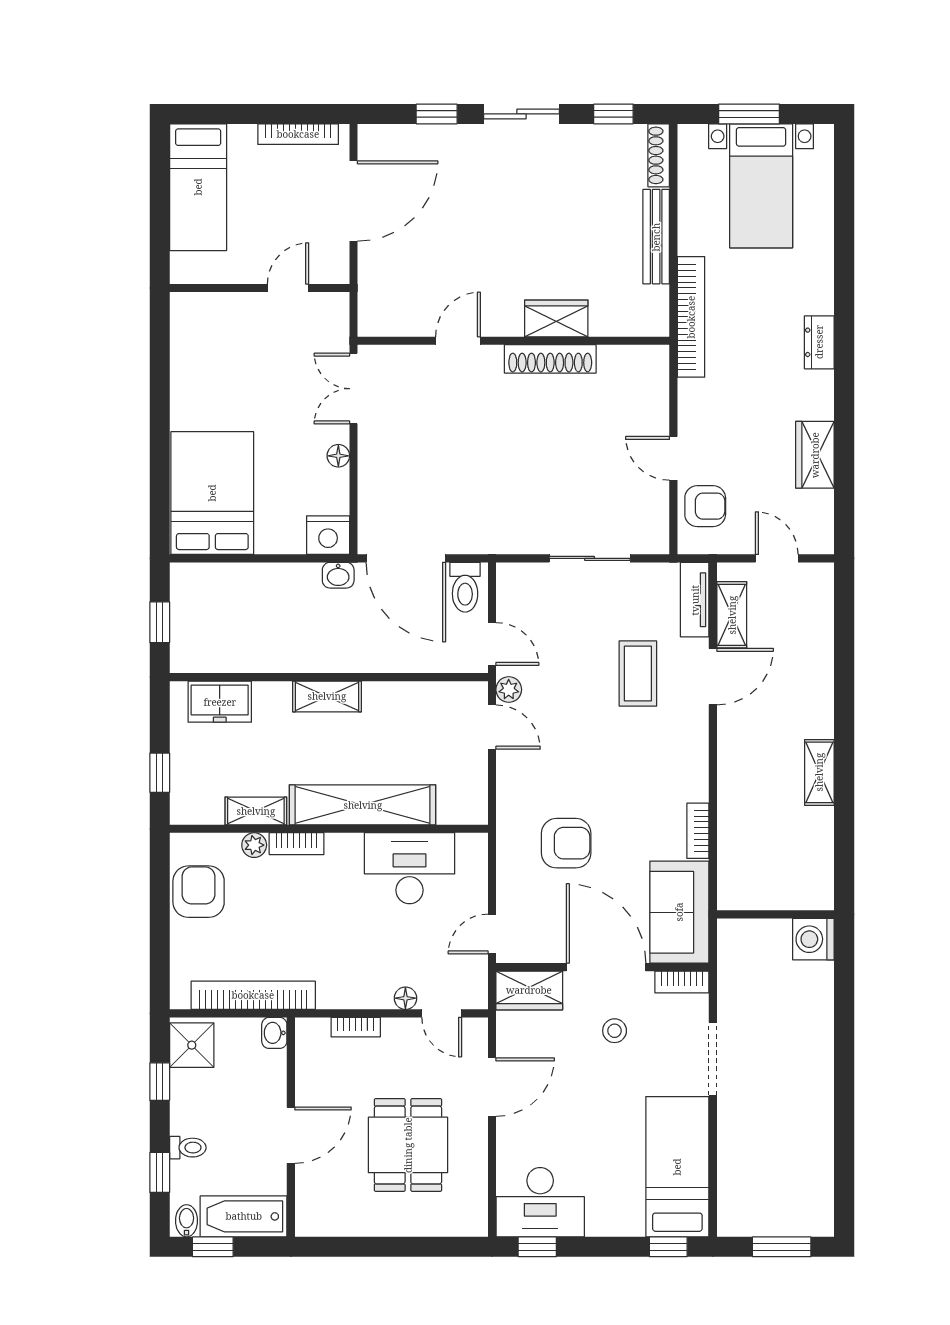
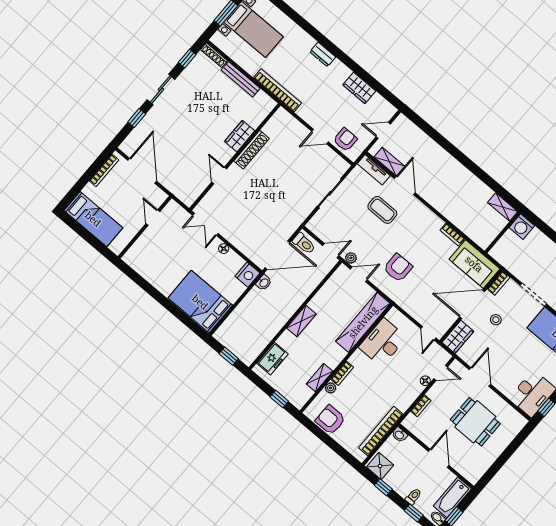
shelving: (819, 772) -> (503, 207), moved
shelving: (363, 805) -> (363, 322), moved
armchair: (566, 843) -> (398, 268), moved

